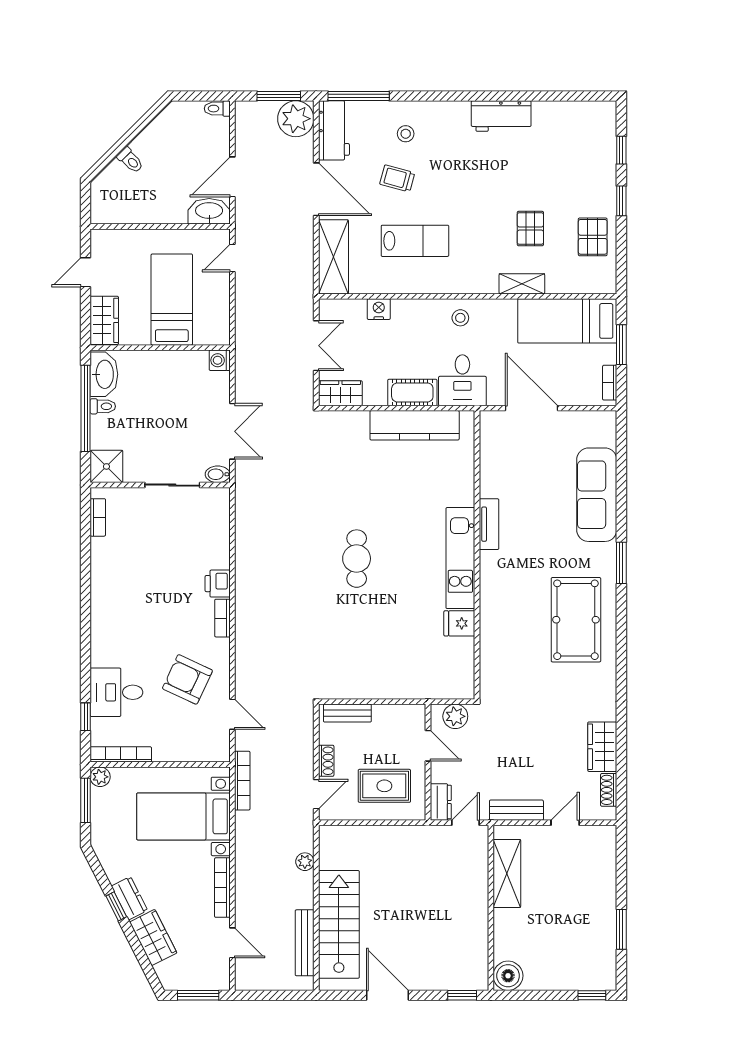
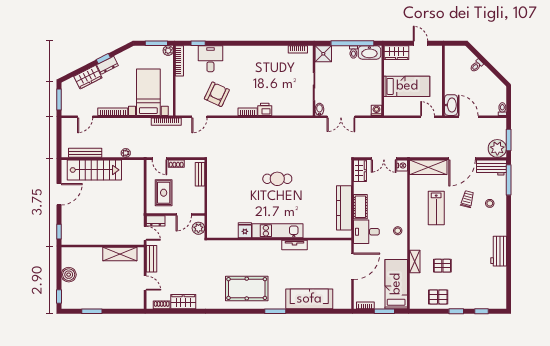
nightstand: (379, 309) -> (402, 165), moved
boiler: (508, 976) -> (69, 275), moved

